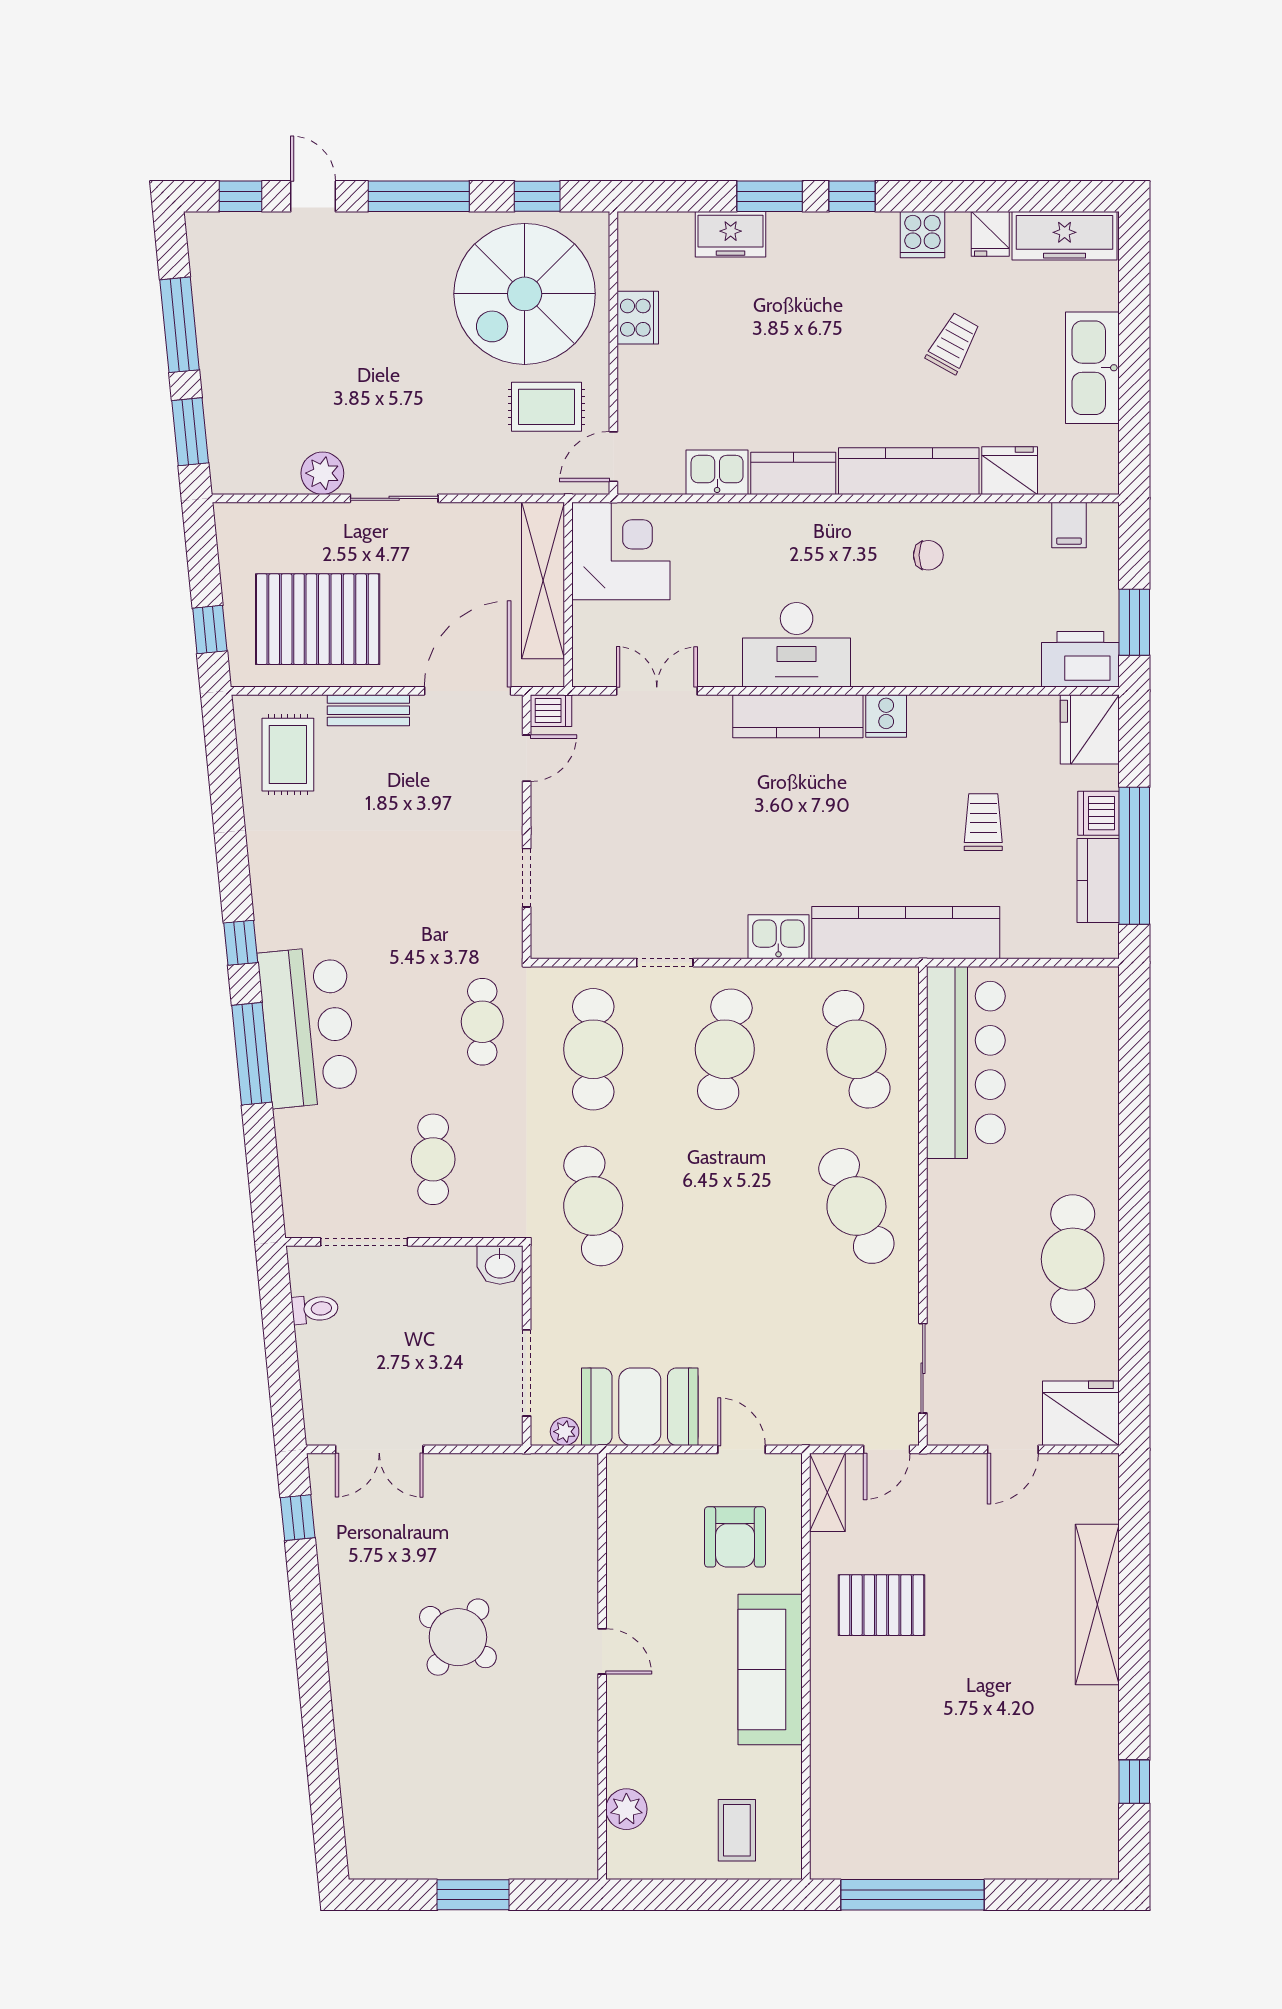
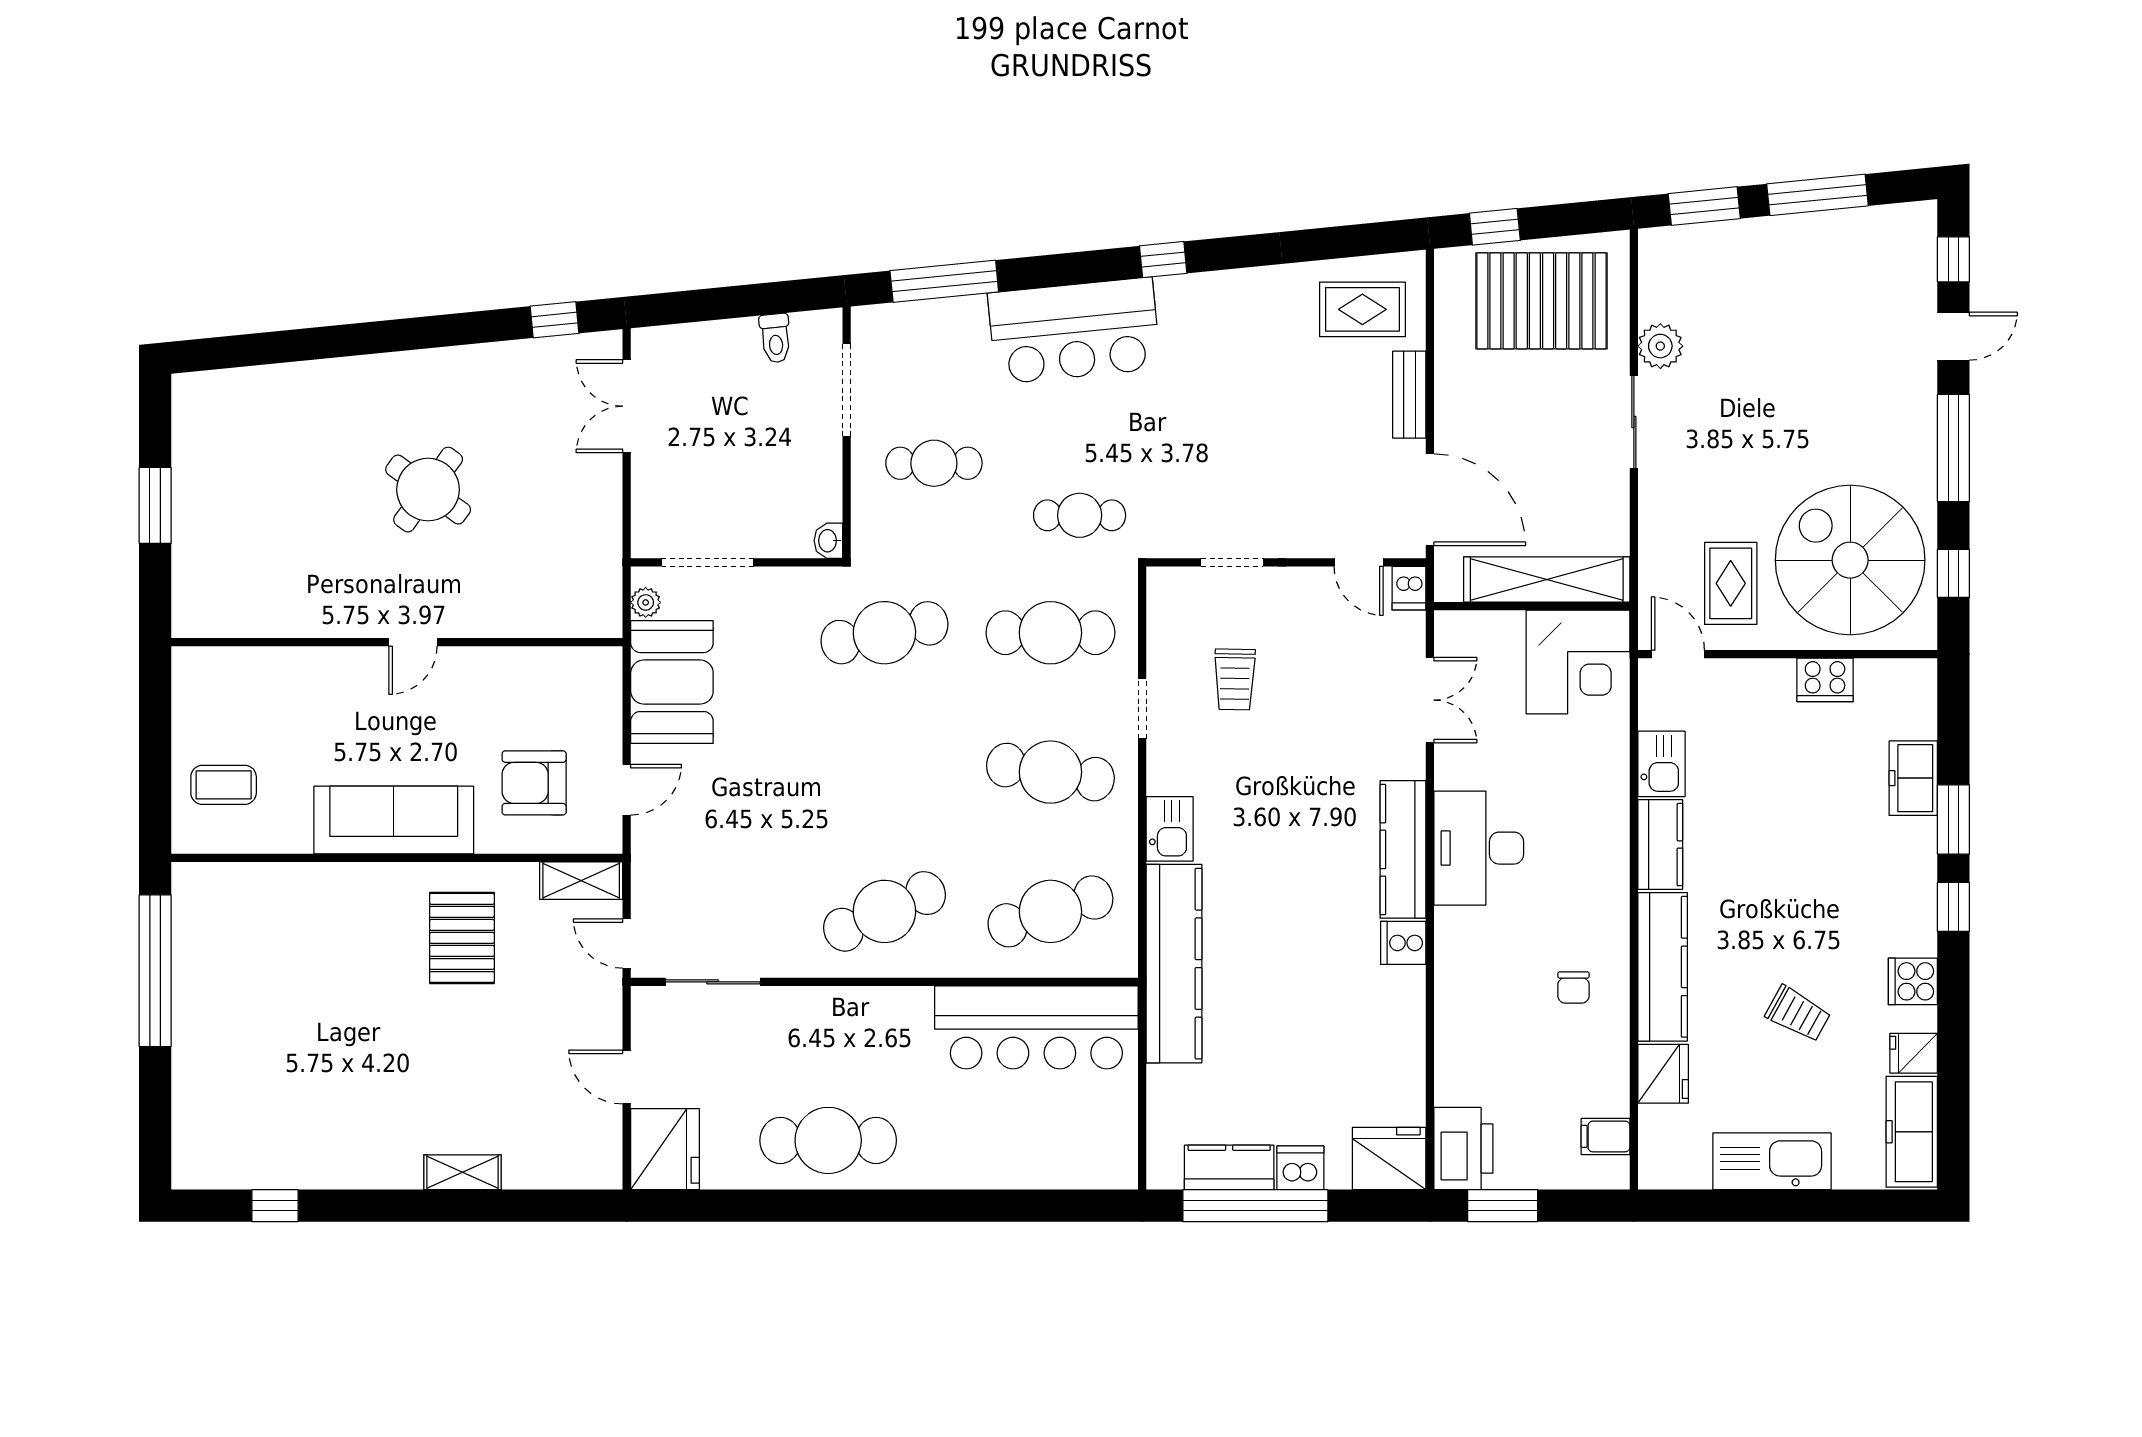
pallet: (318, 619) -> (1541, 301), moved, turned 90
trolley: (983, 822) -> (1235, 679), moved, turned 91
window: (252, 1054) -> (944, 281), moved
washbasin: (500, 1265) -> (828, 541), width x0.72, depth x0.69
shelving: (1097, 1605) -> (463, 1172), width x0.45, depth x0.75
plant: (626, 1809) -> (246, 668), removed

